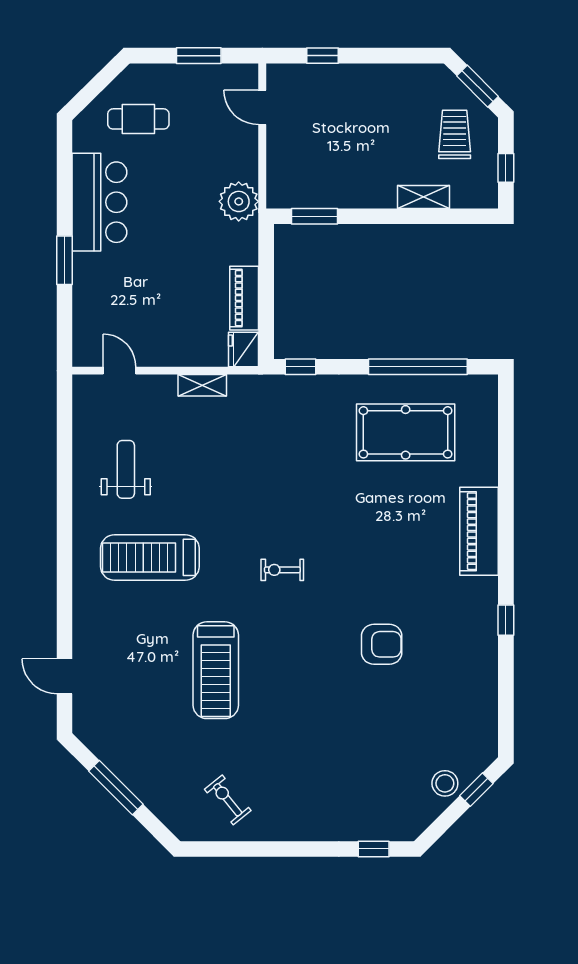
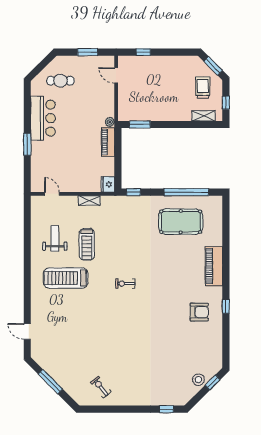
shelving: (423, 197) -> (204, 116), moved
plant: (239, 201) -> (110, 122), width x0.53, depth x0.53
piano: (244, 298) -> (108, 142), moved
armchair: (382, 644) -> (199, 312), moved
treadmill: (216, 670) -> (87, 244), moved, width x0.73, depth x0.73

